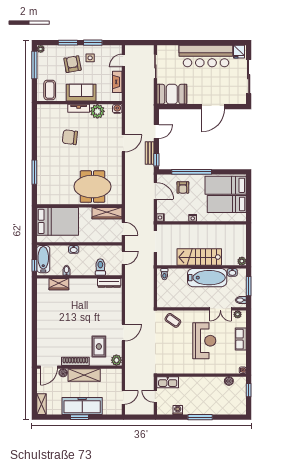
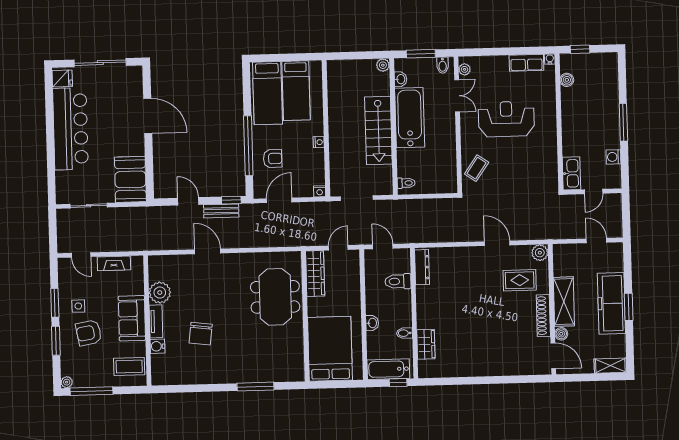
water cooler: (117, 109) -> (157, 346), moved
row of seats: (241, 339) -> (526, 63), moved

